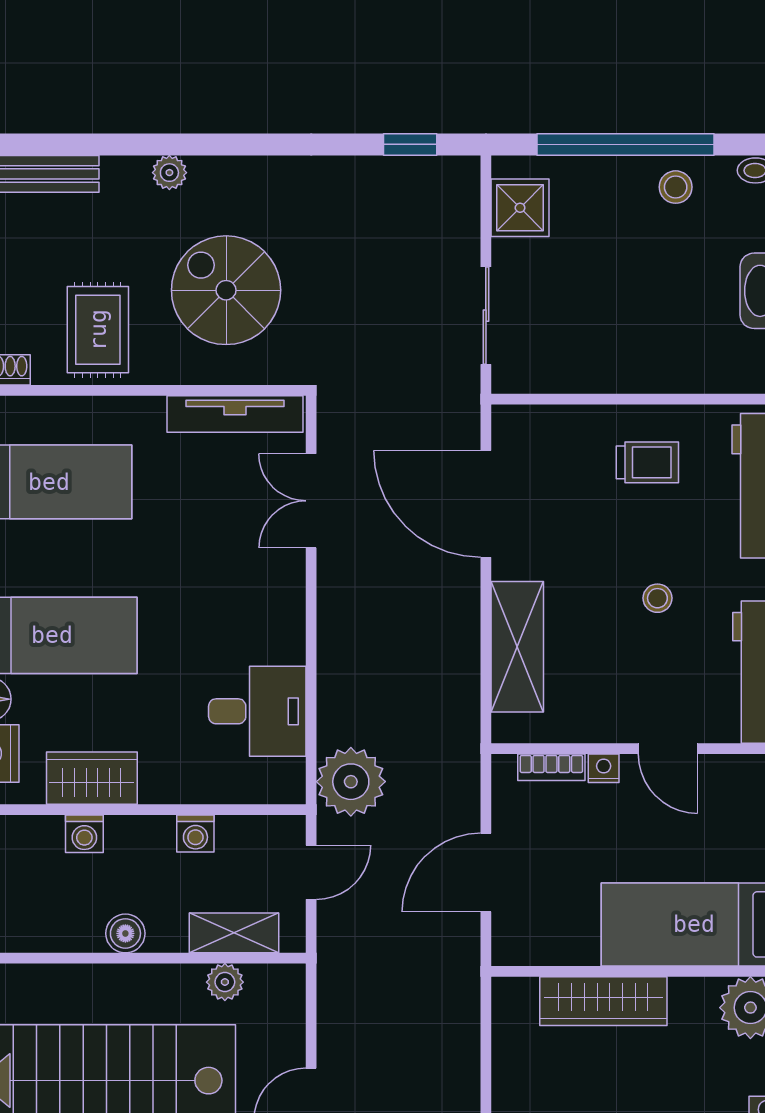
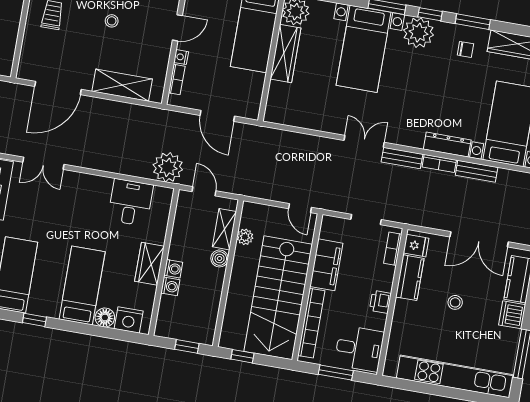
wardrobe: (92, 778) -> (149, 264), moved
washing machine: (195, 834) -> (173, 269), moved
boiler: (125, 933) -> (220, 258), moved
wardrobe: (603, 1001) -> (285, 53), moved

